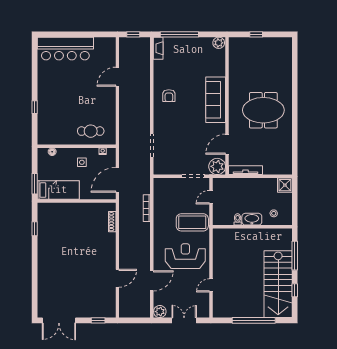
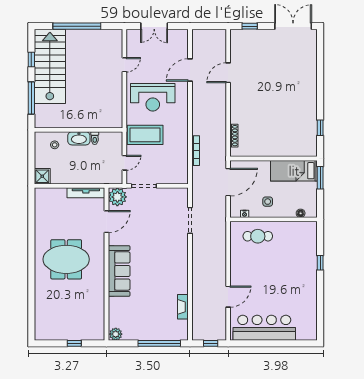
fireplace: (158, 48) -> (183, 307), moved
bar counter: (65, 49) -> (264, 328), moved
armchair: (169, 96) -> (171, 276), removed
plant: (160, 312) -> (181, 36), removed

